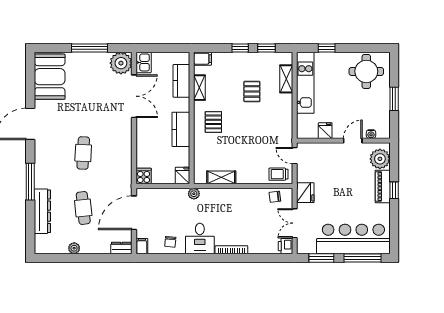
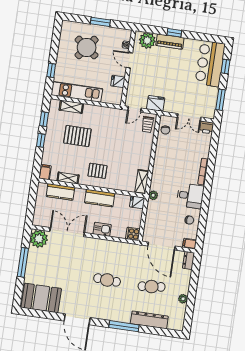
kitchen sink: (144, 62) -> (102, 229), moved
round table: (366, 71) -> (87, 47), moved, turned 37
pallet: (252, 91) -> (77, 136), width x1.50, depth x1.42
shelving: (221, 177) -> (142, 182), moved
fridge: (305, 193) -> (156, 103), moved
bar counter: (353, 239) -> (210, 64), width x0.73
window: (363, 258) -> (225, 66), width x0.46

